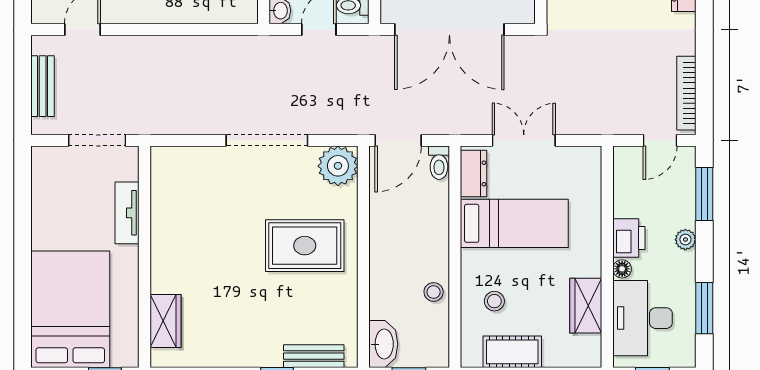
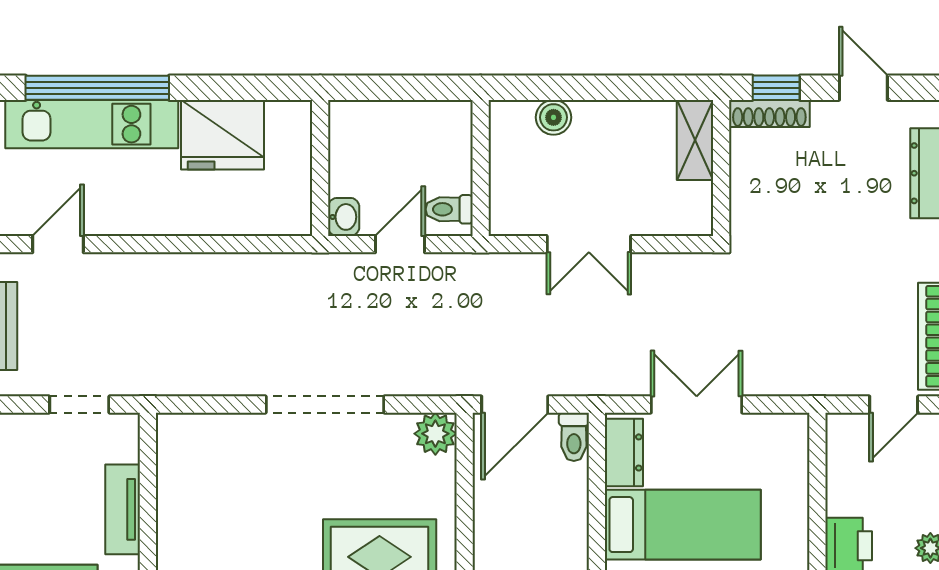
double door: (449, 29) -> (589, 244), width x0.54
doorway: (97, 140) -> (79, 404), width x0.73
plant: (338, 166) -> (435, 434), width x0.73, depth x0.73

